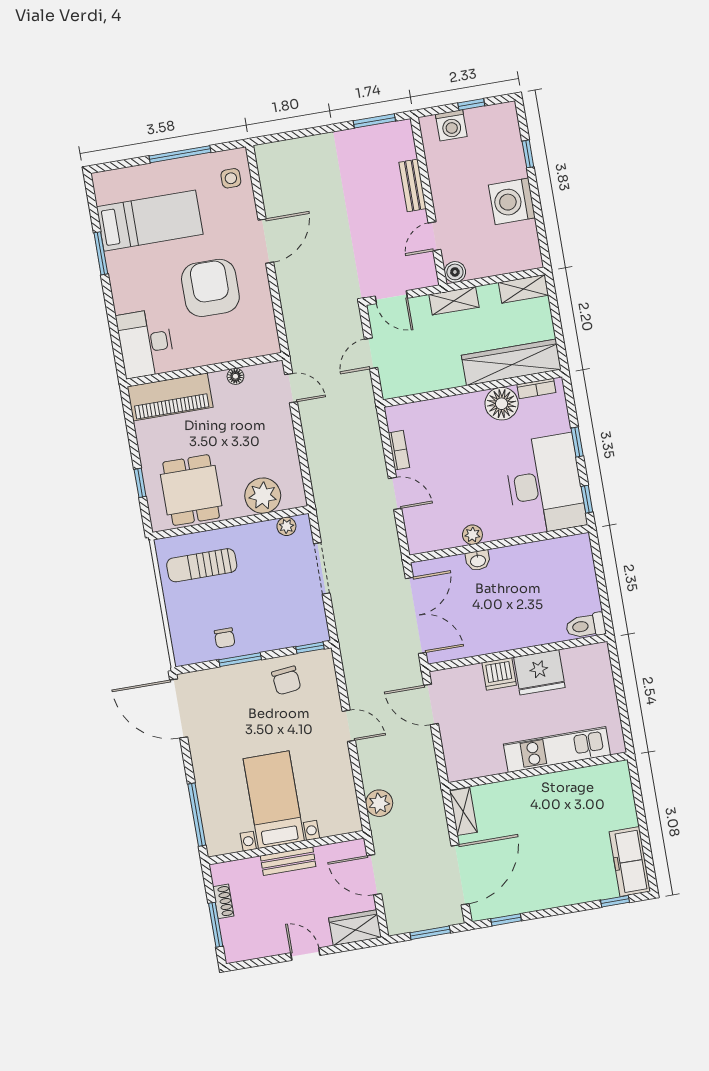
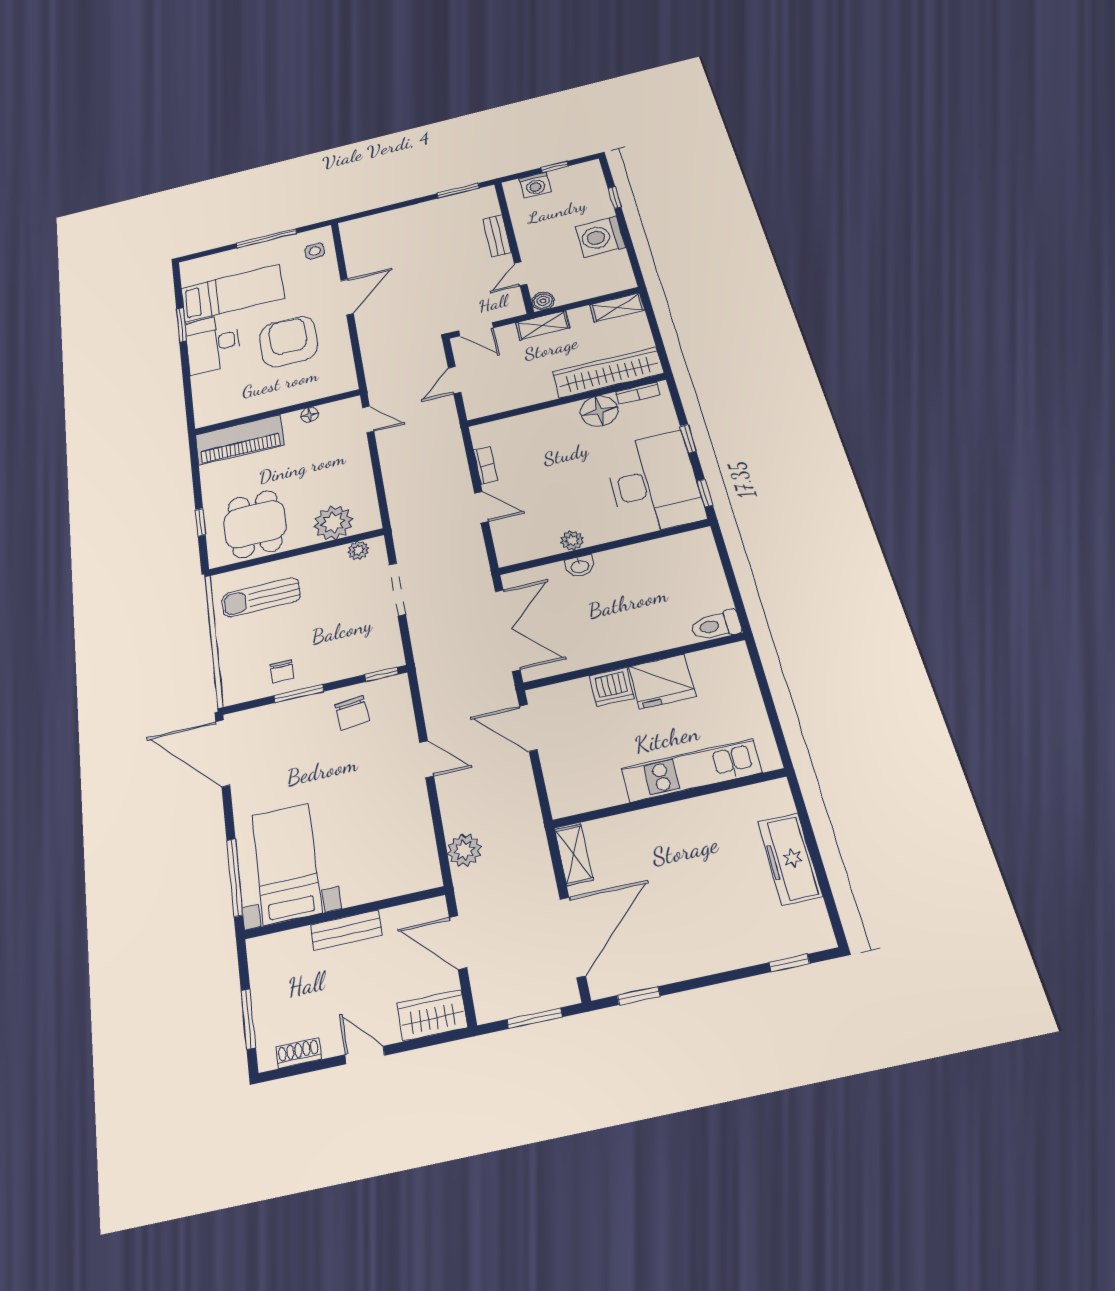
desk: (146, 343) -> (213, 344), moved
bed with nightstands: (274, 800) -> (286, 864), moved
freezer: (630, 862) -> (790, 859), moved
shoe rack: (223, 901) -> (299, 1053), moved, turned -90

